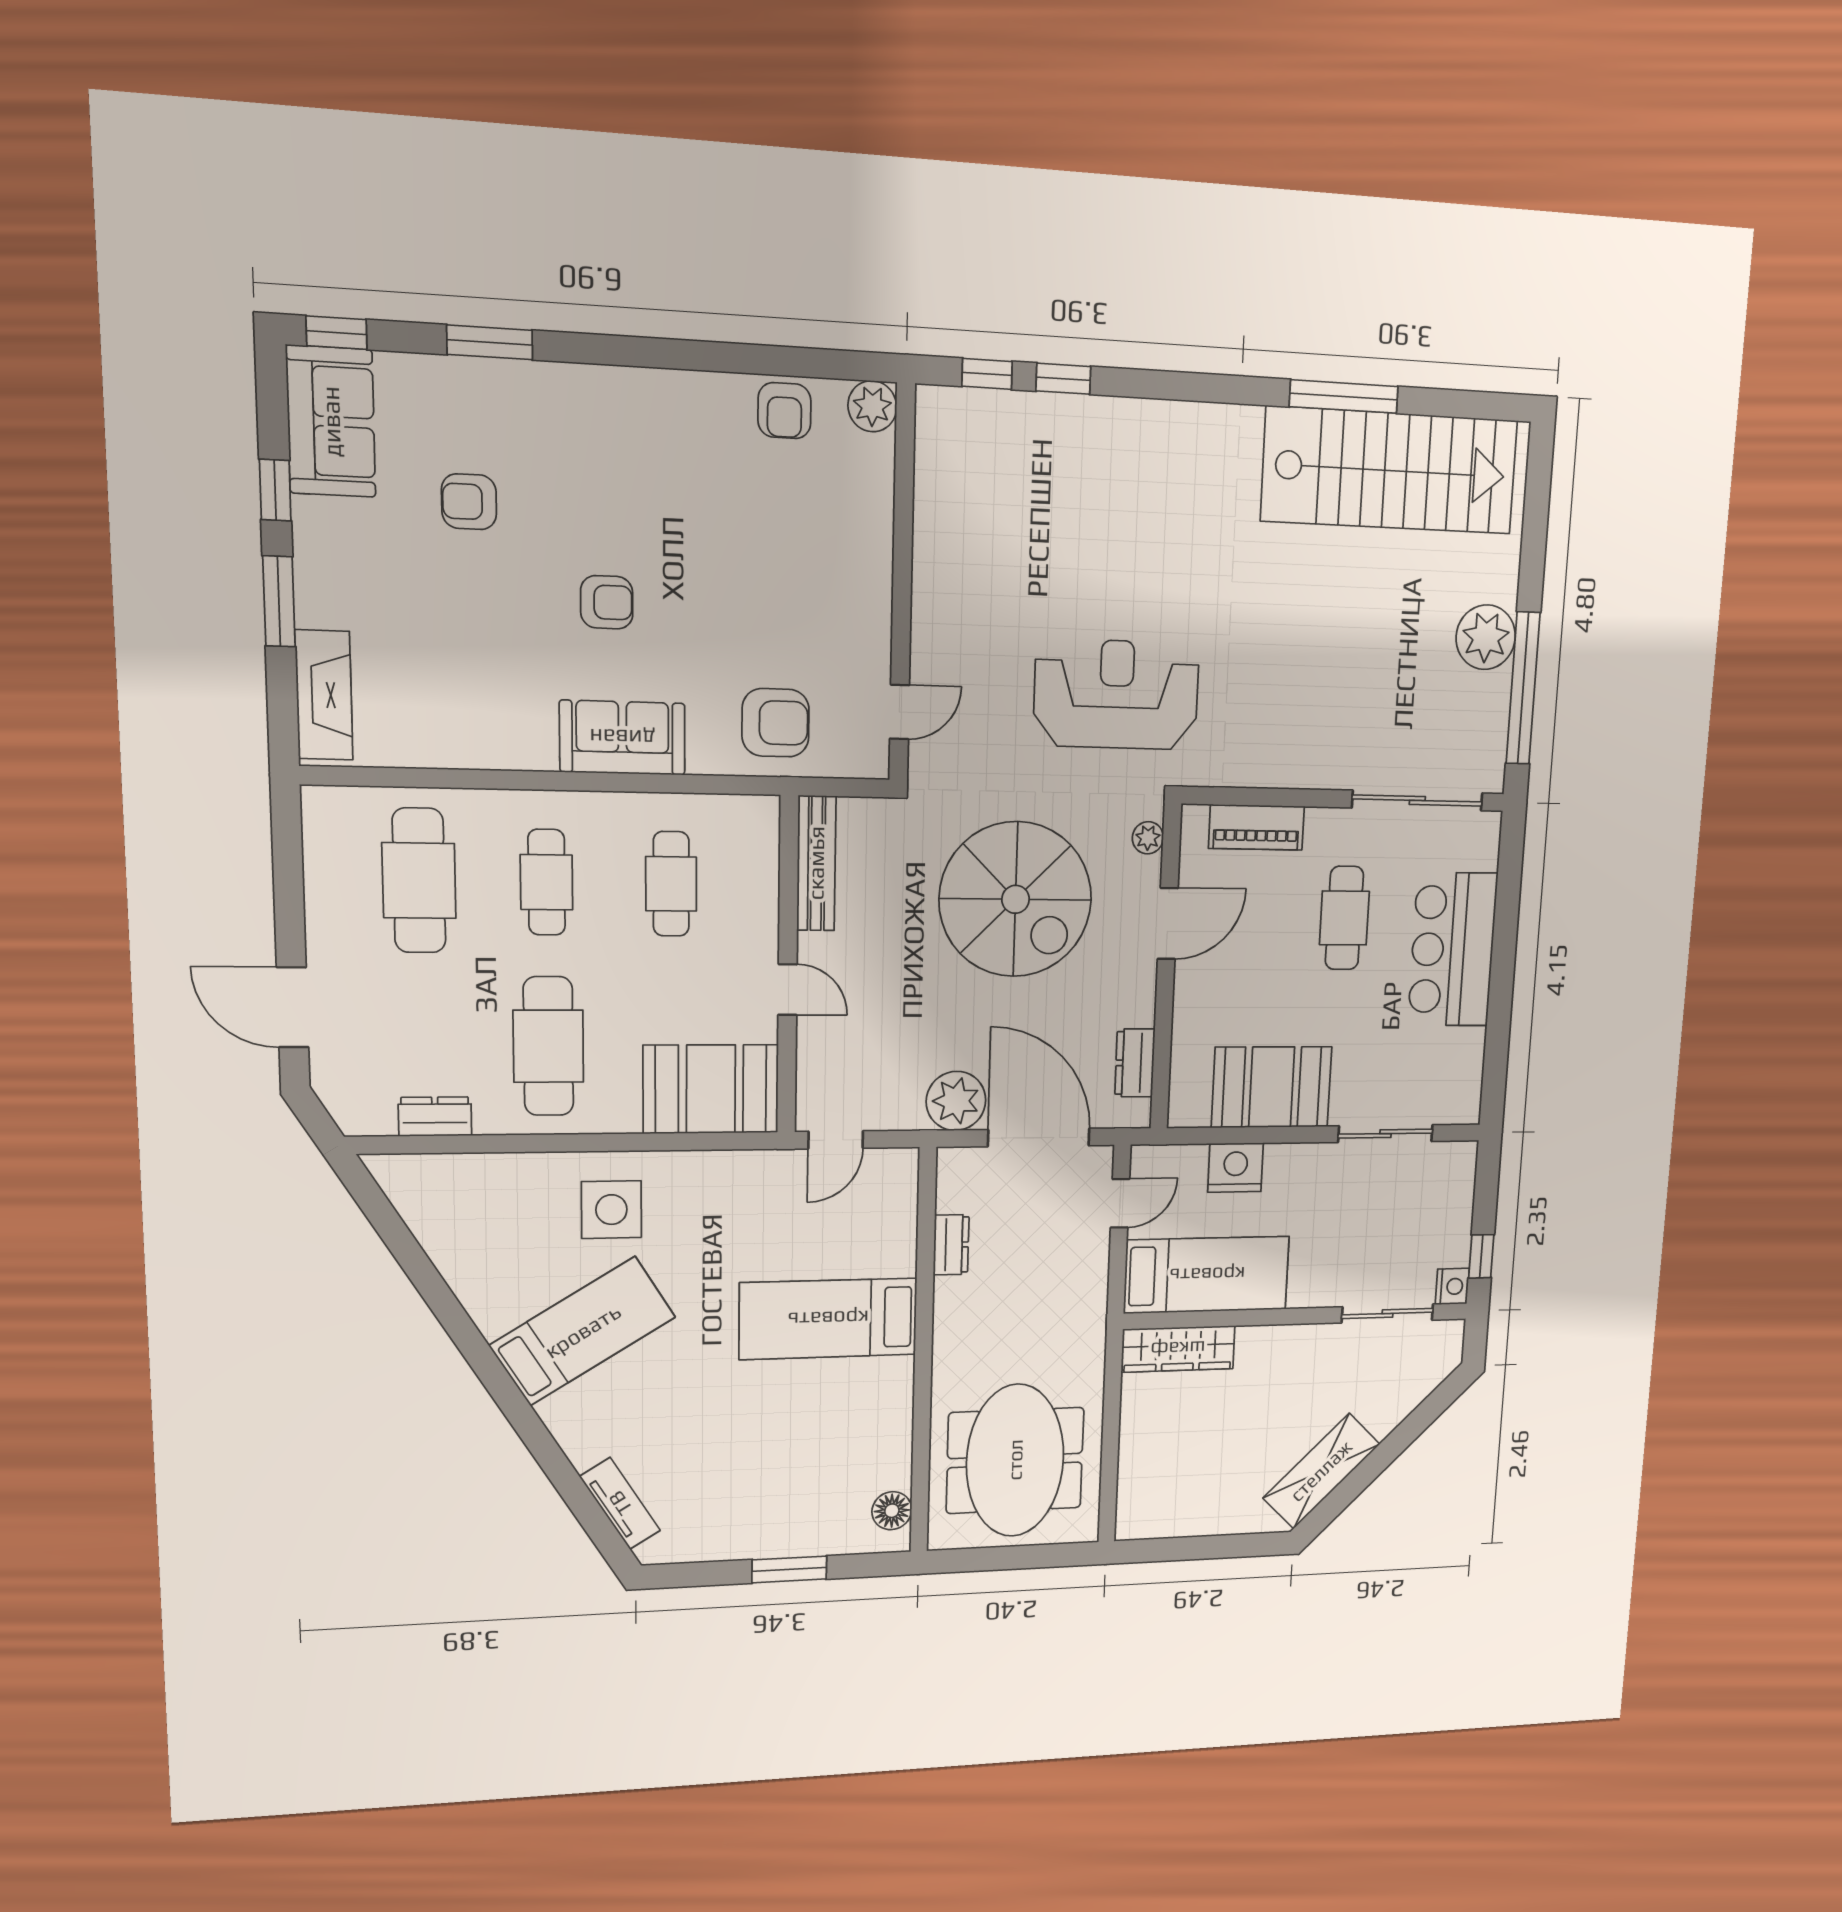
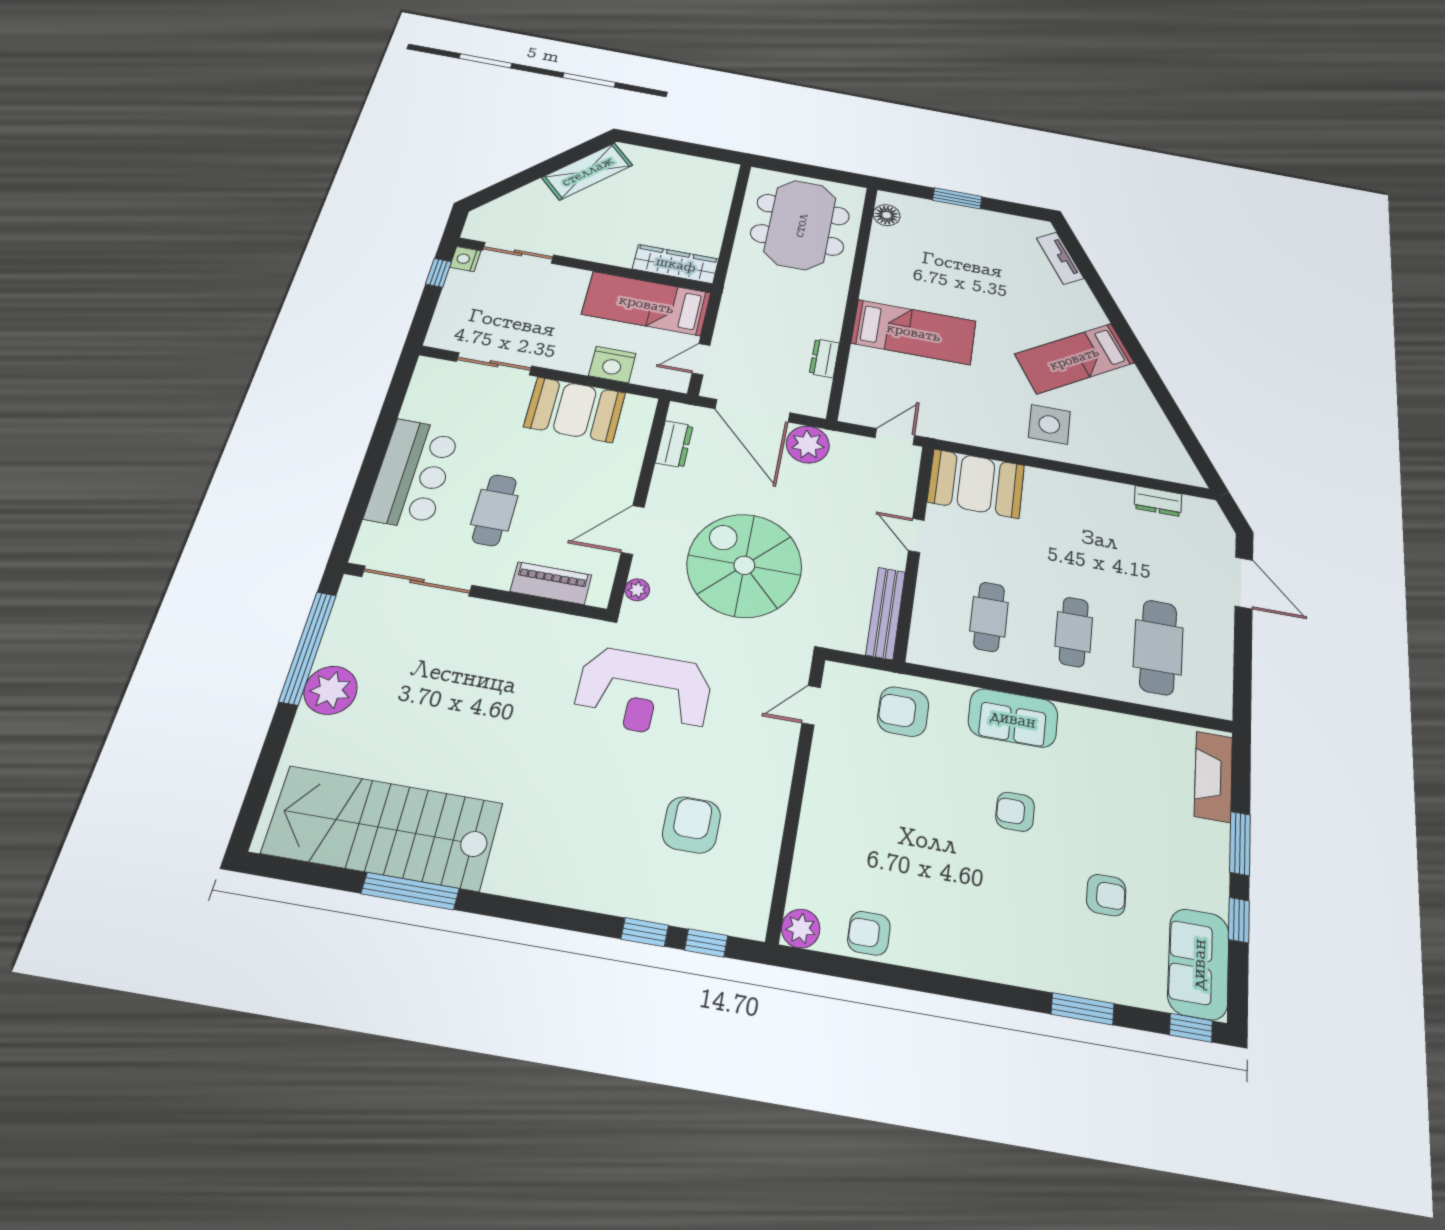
armchair: (784, 411) -> (869, 933), turned -90
armchair: (1028, 525) -> (691, 825), added
cafe table: (548, 1046) -> (1081, 530), removed

